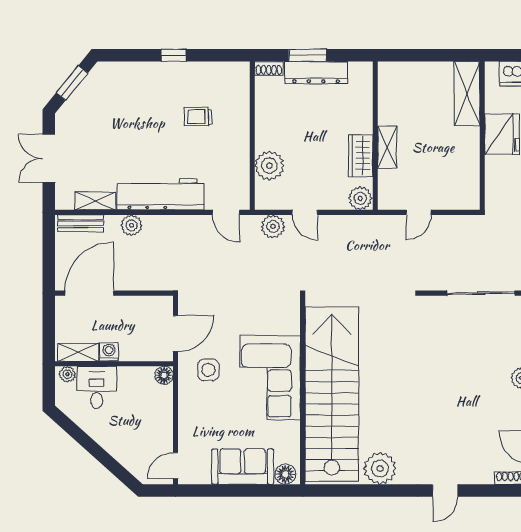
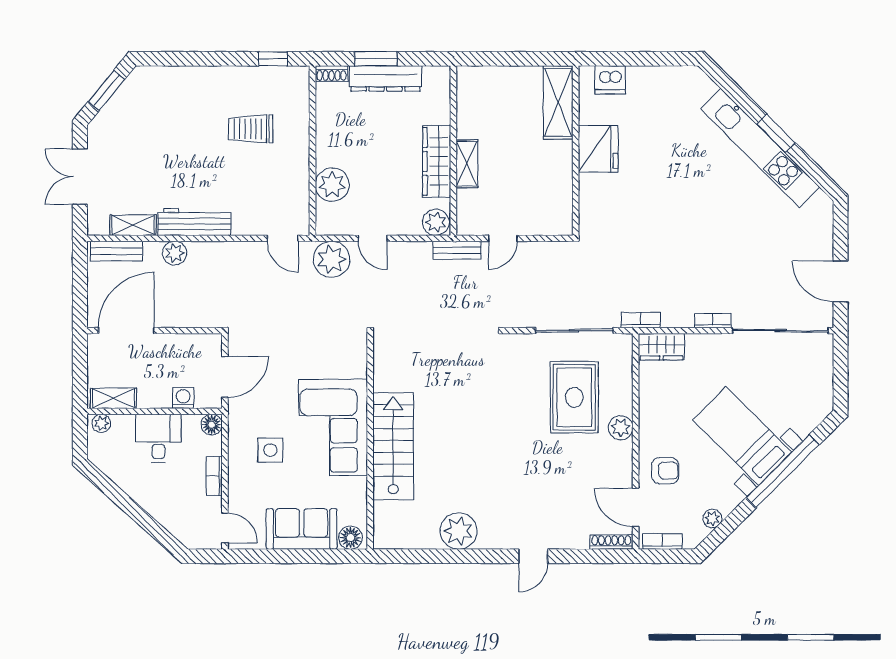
window: (174, 55) -> (273, 59), moved
trolley: (198, 117) -> (251, 129), width x1.36, depth x1.39
wardrobe: (361, 156) -> (437, 161), width x1.50
workbench: (160, 194) -> (194, 222), width x0.73, depth x0.76
bench: (379, 223) -> (457, 250), added
plant: (273, 226) -> (331, 259), width x1.36, depth x1.36
rug: (481, 351) -> (574, 397), added
washing machine: (109, 352) -> (183, 398), moved
side table: (208, 370) -> (270, 450), moved
desk: (97, 387) -> (158, 438), moved
stairs: (332, 394) -> (393, 446), width x0.54, depth x0.66
bookcase: (166, 420) -> (214, 476), added
door: (175, 466) -> (225, 528), swing flipped

